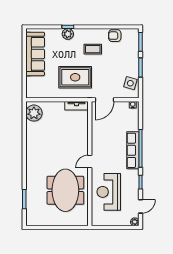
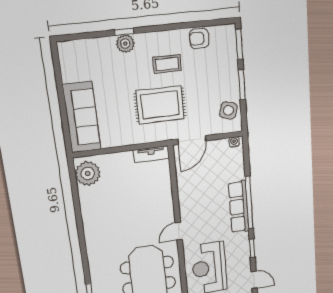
sofa: (35, 54) -> (82, 117), moved
rug: (75, 77) -> (160, 105), moved
door: (140, 206) -> (254, 280), hinge flipped

